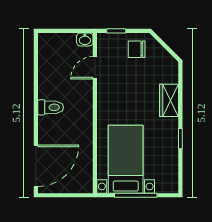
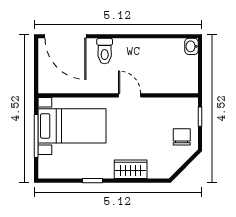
washbasin: (85, 39) -> (191, 46), moved
door: (95, 68) -> (130, 95), moved
toilet: (51, 107) -> (105, 51), moved

